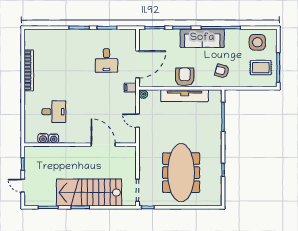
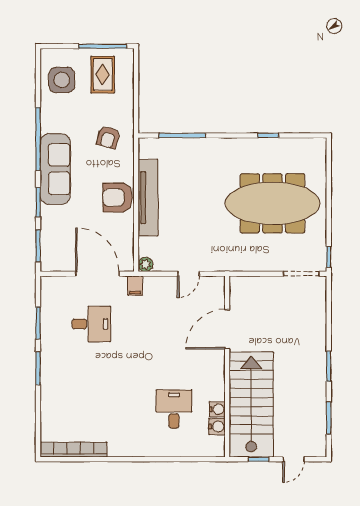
bookcase: (29, 70) -> (74, 450), moved
stairs: (89, 193) -> (251, 404), moved, turned 180

